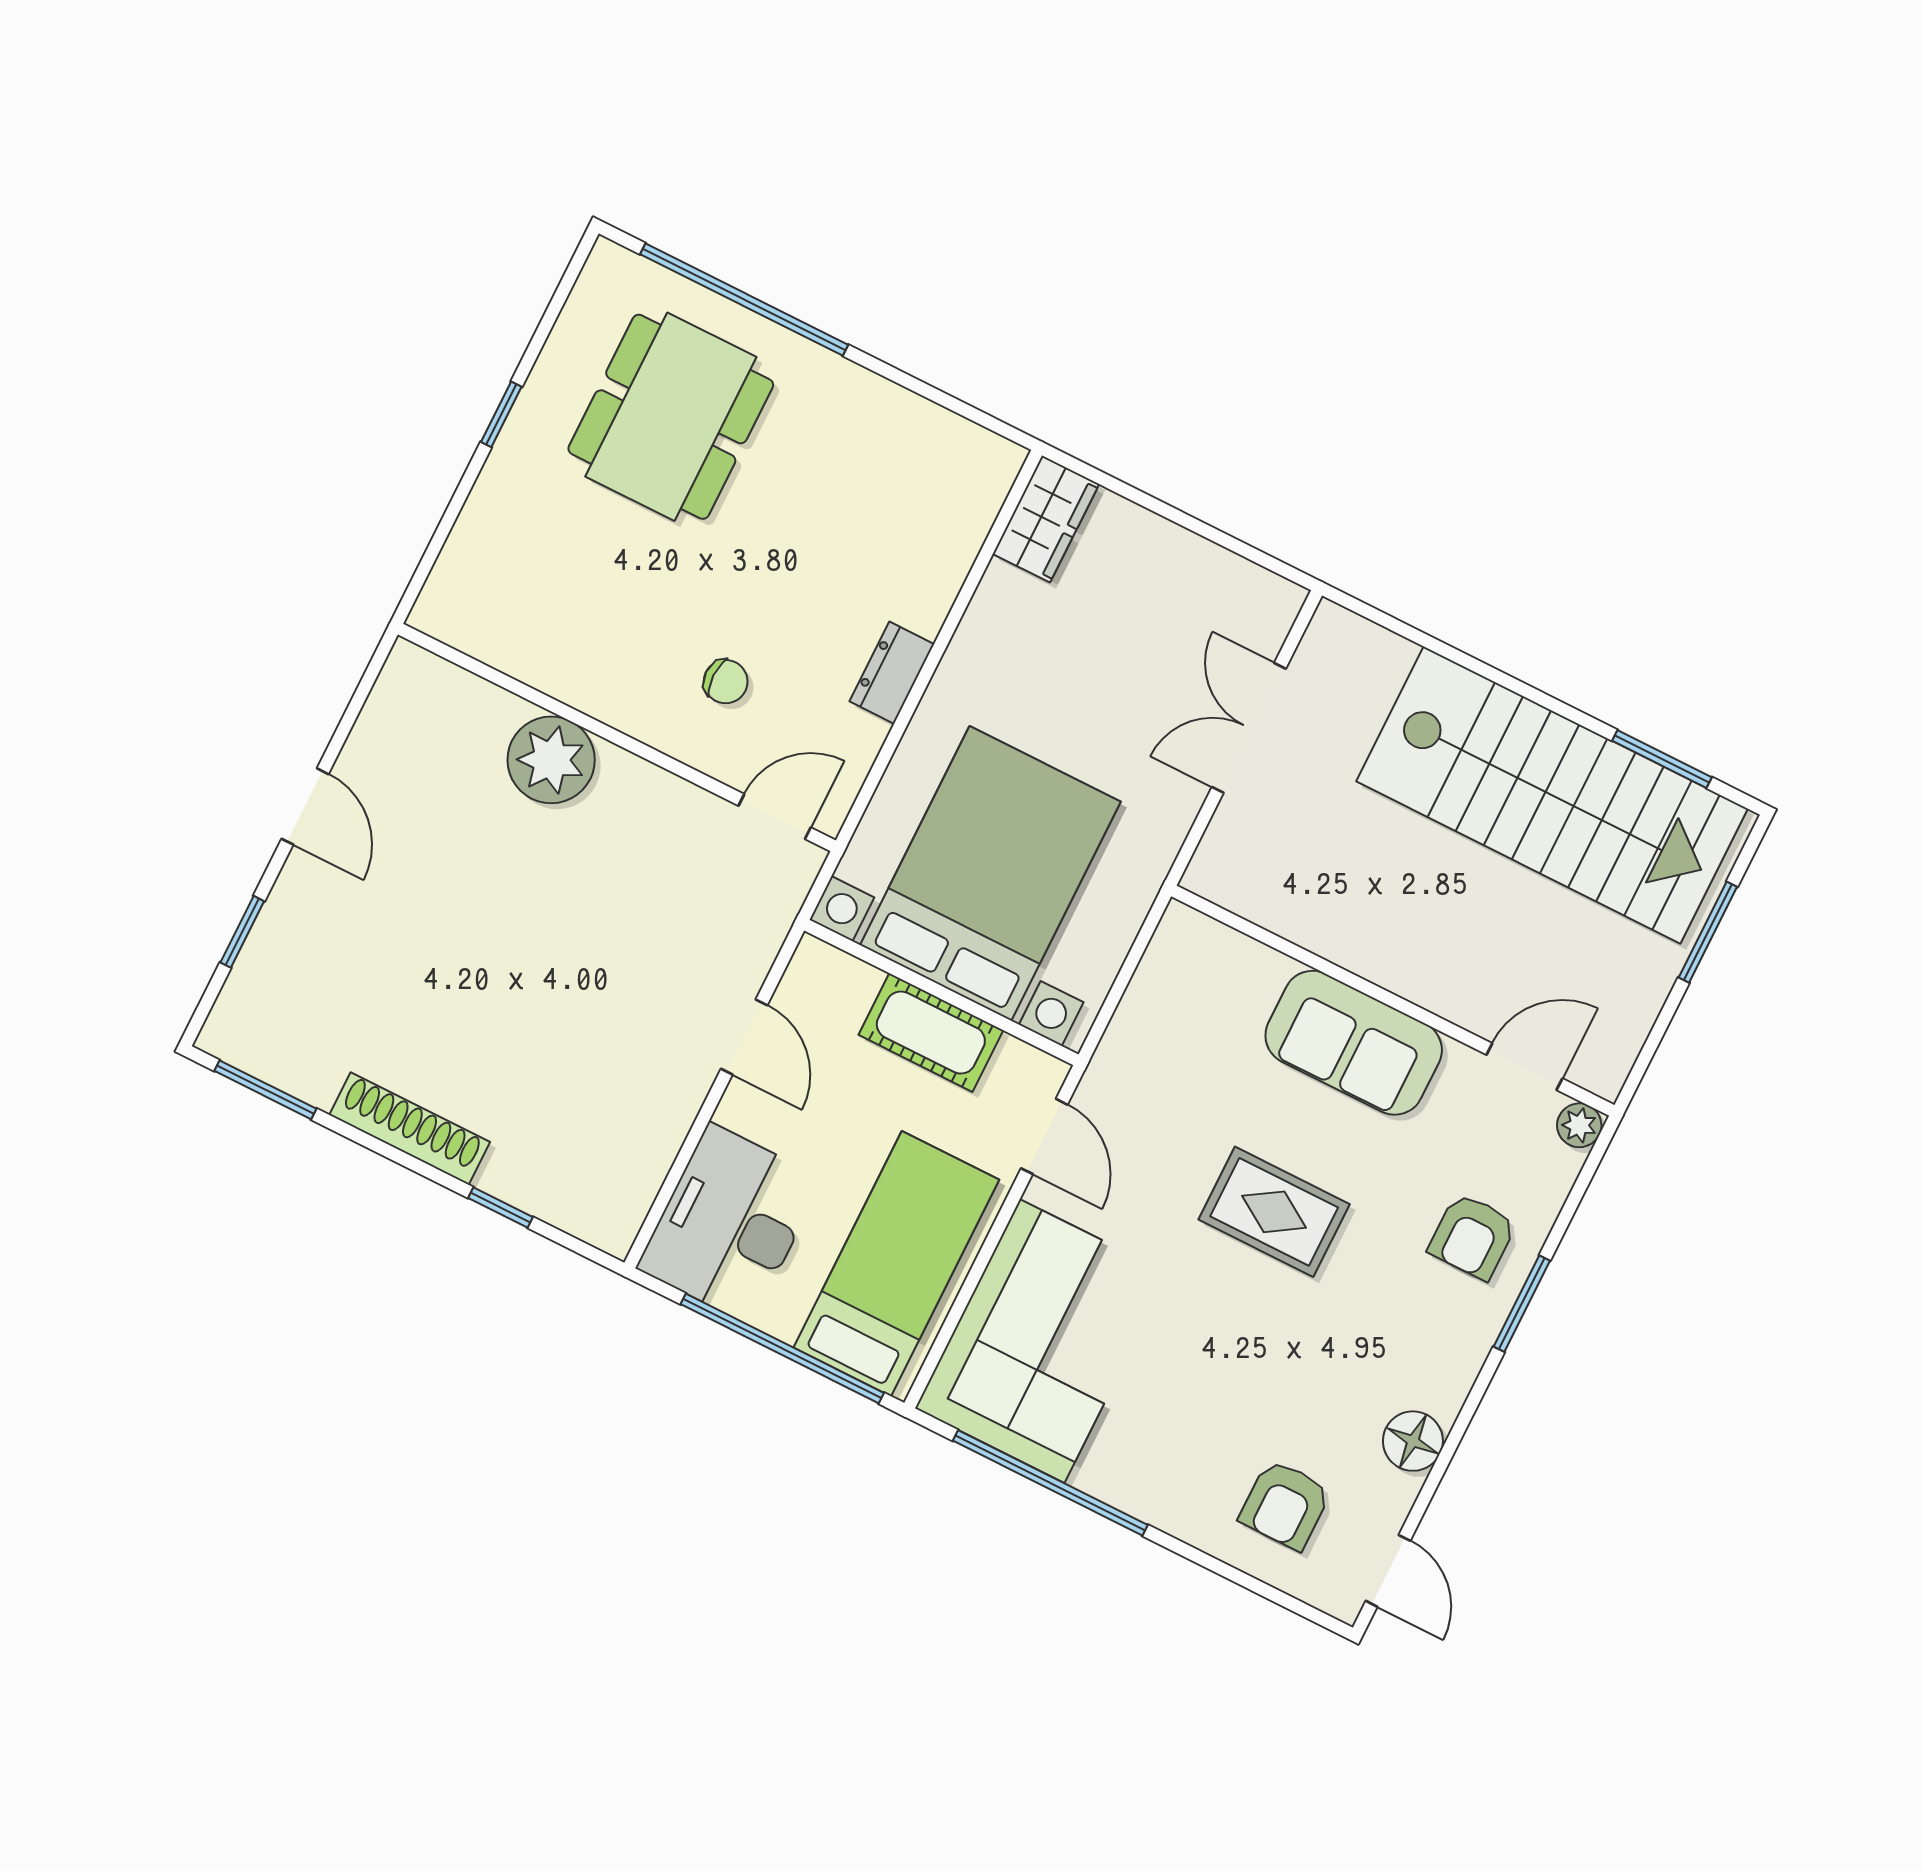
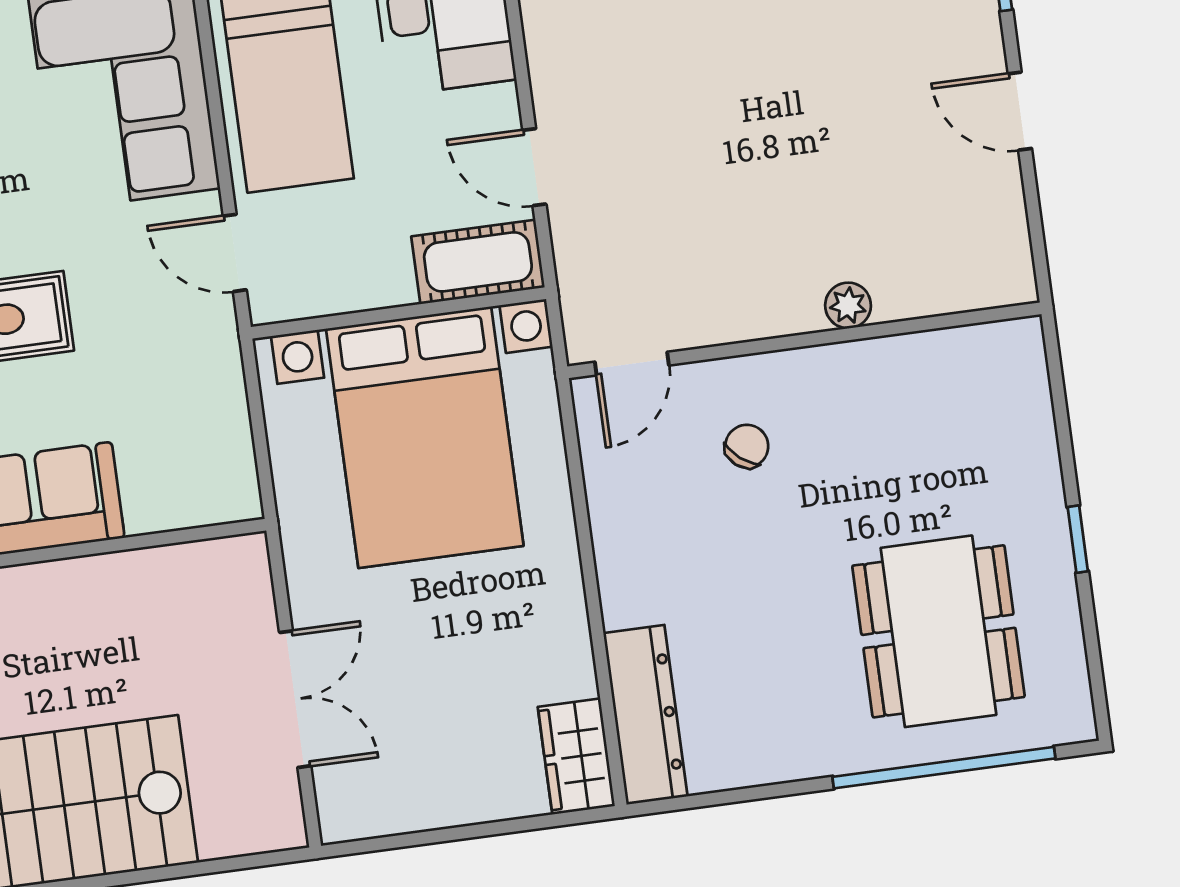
dresser: (892, 673) -> (645, 715), moved, width x1.96, depth x1.24
chair: (726, 682) -> (747, 446), turned 129
plant: (551, 760) -> (848, 305), width x0.53, depth x0.53
cot: (931, 1033) -> (478, 262), moved

